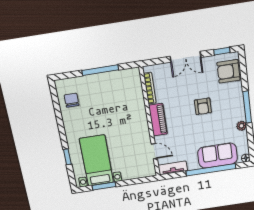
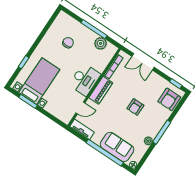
double door: (185, 57) -> (143, 62), moved
armchair: (228, 71) -> (169, 99), turned -90
plant: (119, 78) -> (101, 43), added
chair: (72, 100) -> (68, 43), moved
desk: (135, 123) -> (85, 80), added
door: (154, 151) -> (80, 108), hinge flipped

